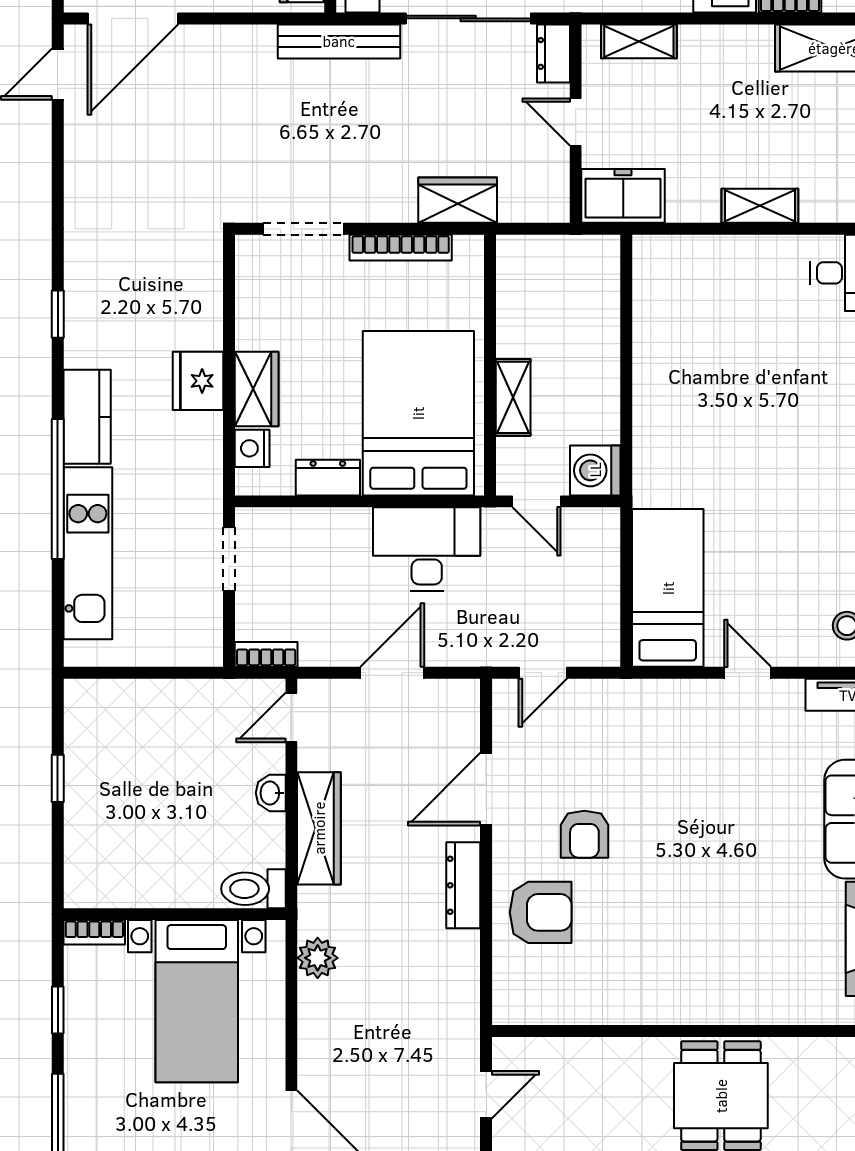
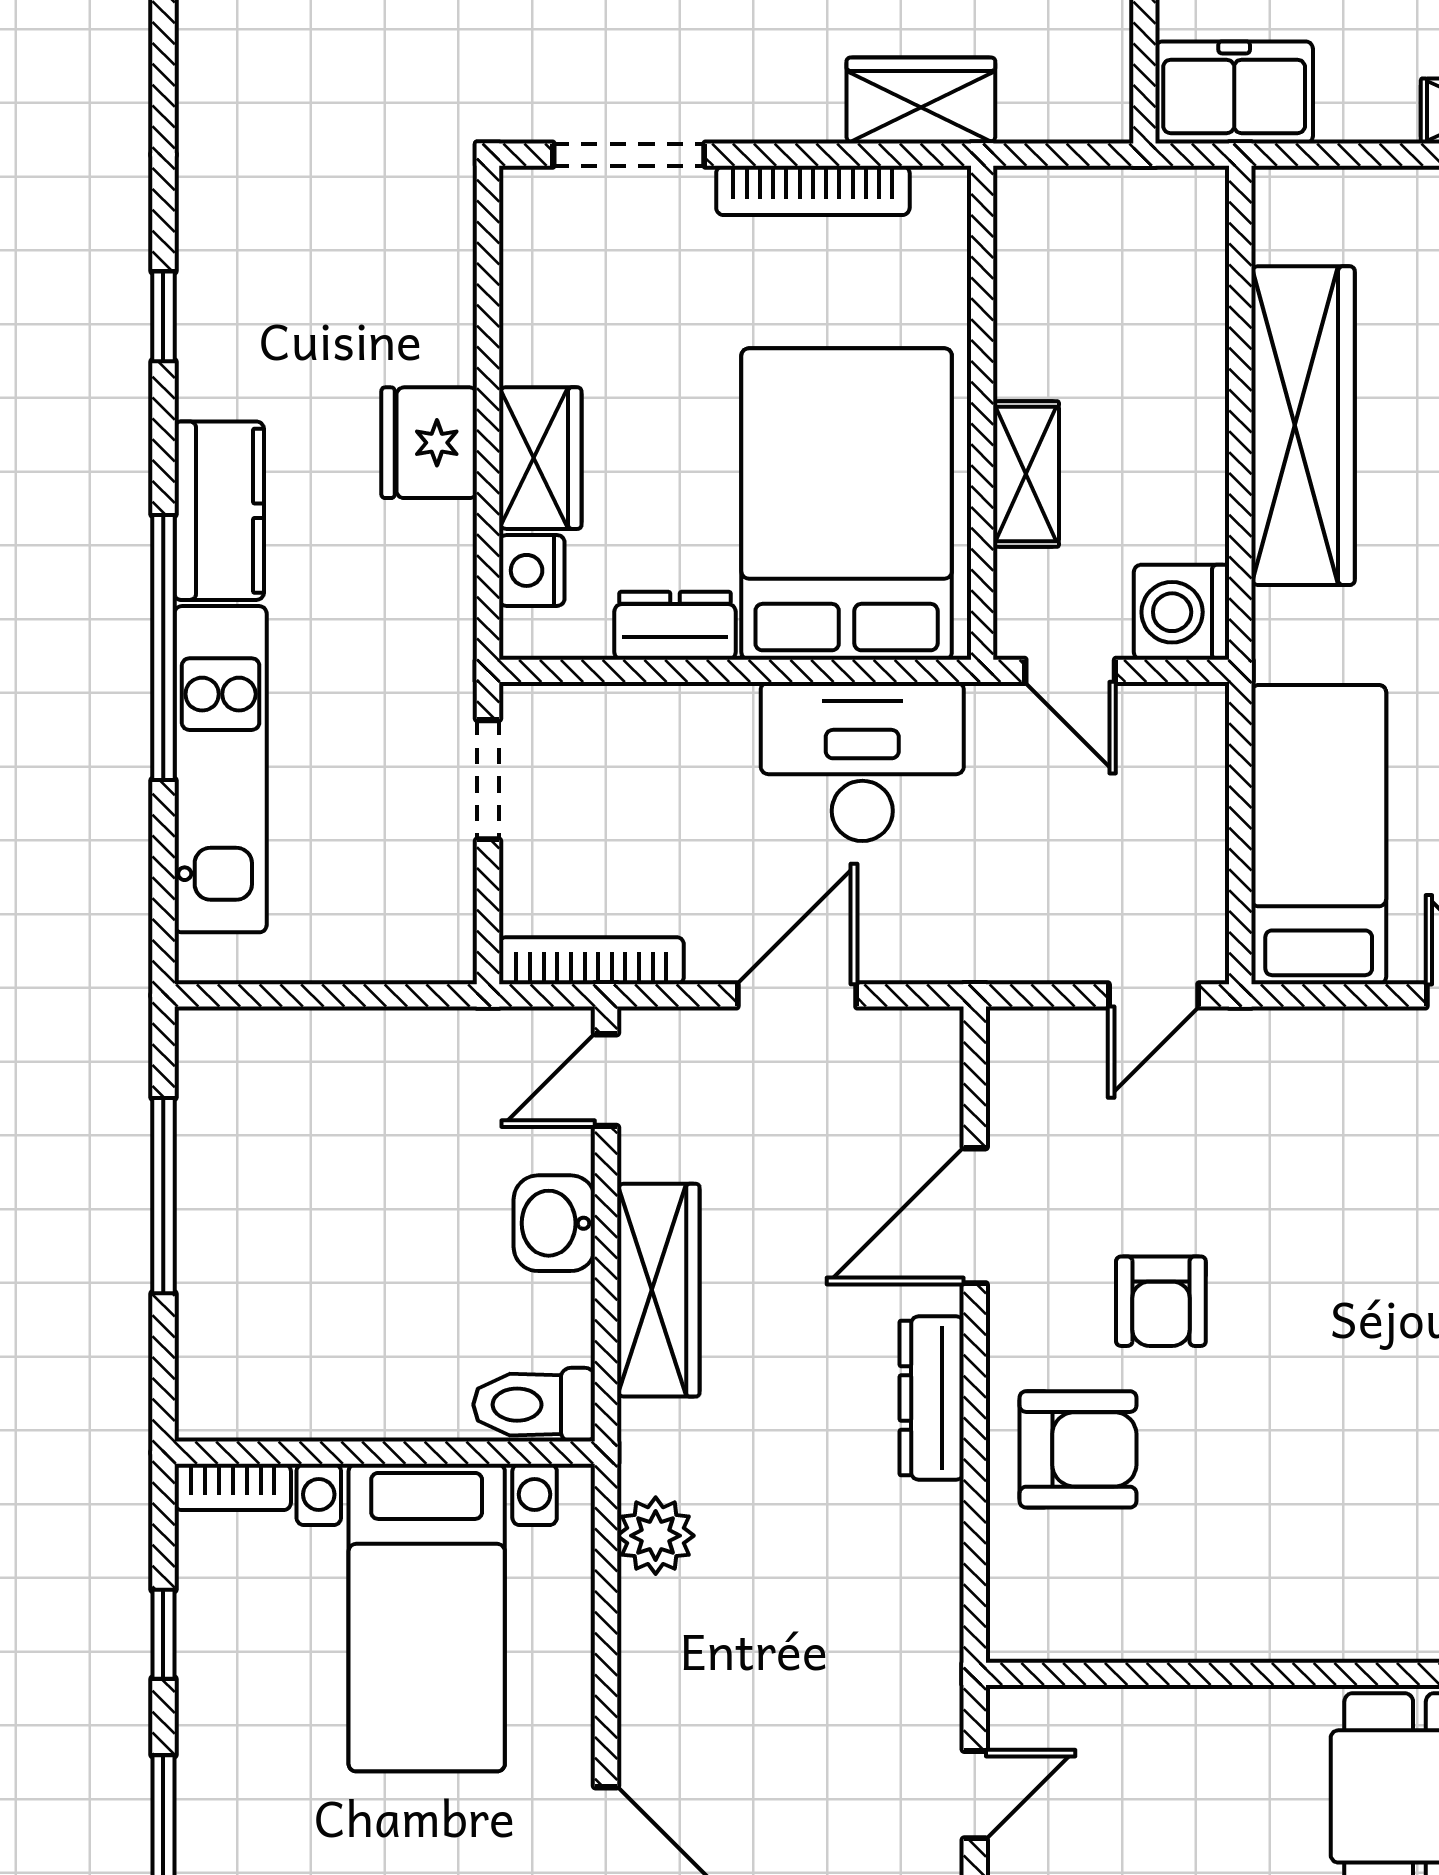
wardrobe: (659, 372) -> (1303, 426), added
bookcase: (266, 654) -> (591, 961), width x1.56
door: (543, 673) -> (1154, 995), moved
window: (58, 778) -> (163, 1196), width x2.17
washbasin: (271, 793) -> (554, 1223), width x1.38, depth x1.45

